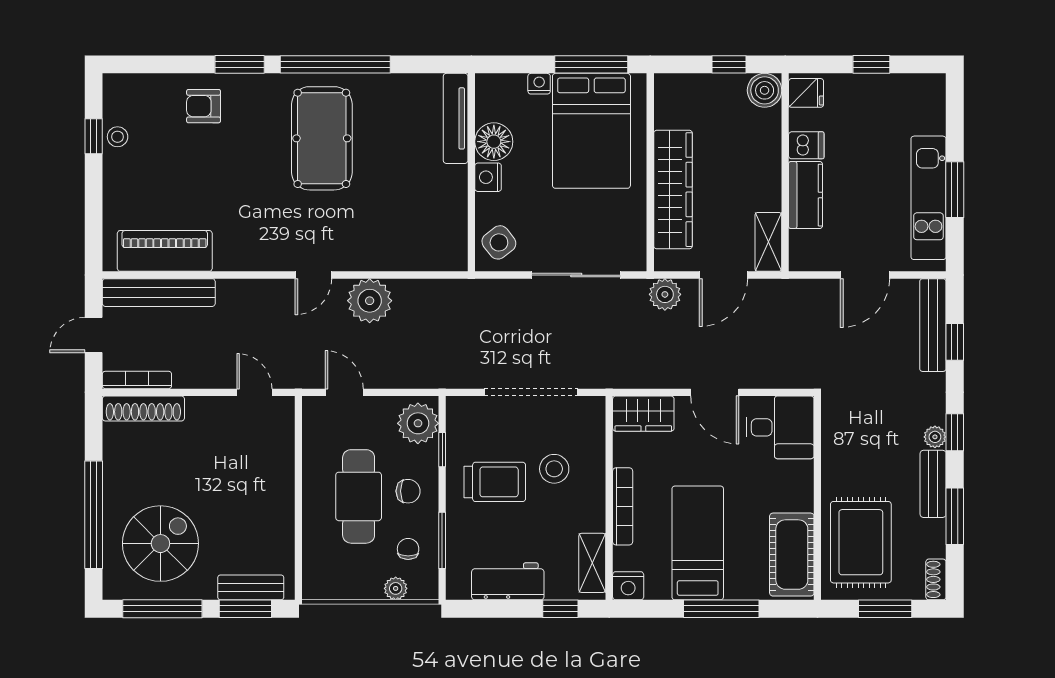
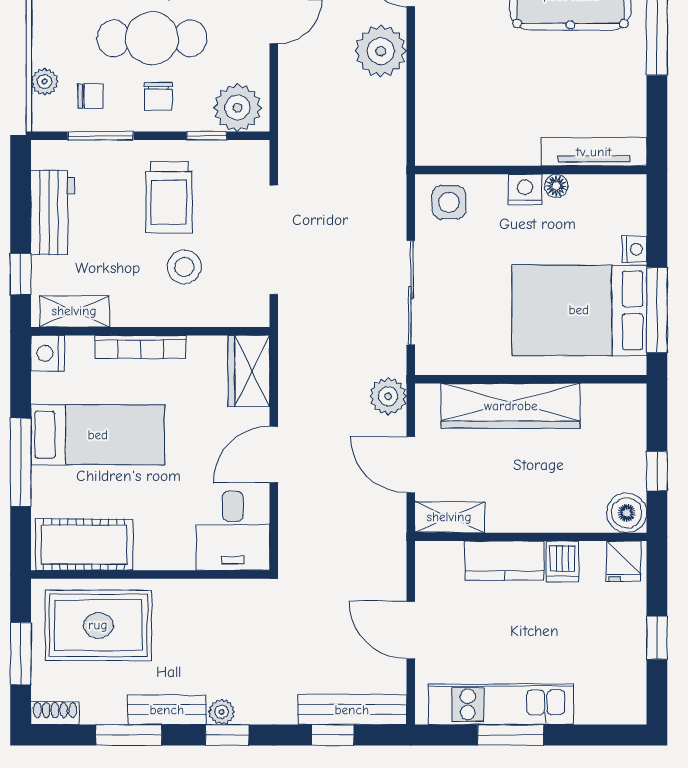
floor lamp: (494, 142) -> (556, 186), width x0.53, depth x0.53
side table: (499, 242) -> (449, 202), turned 38

